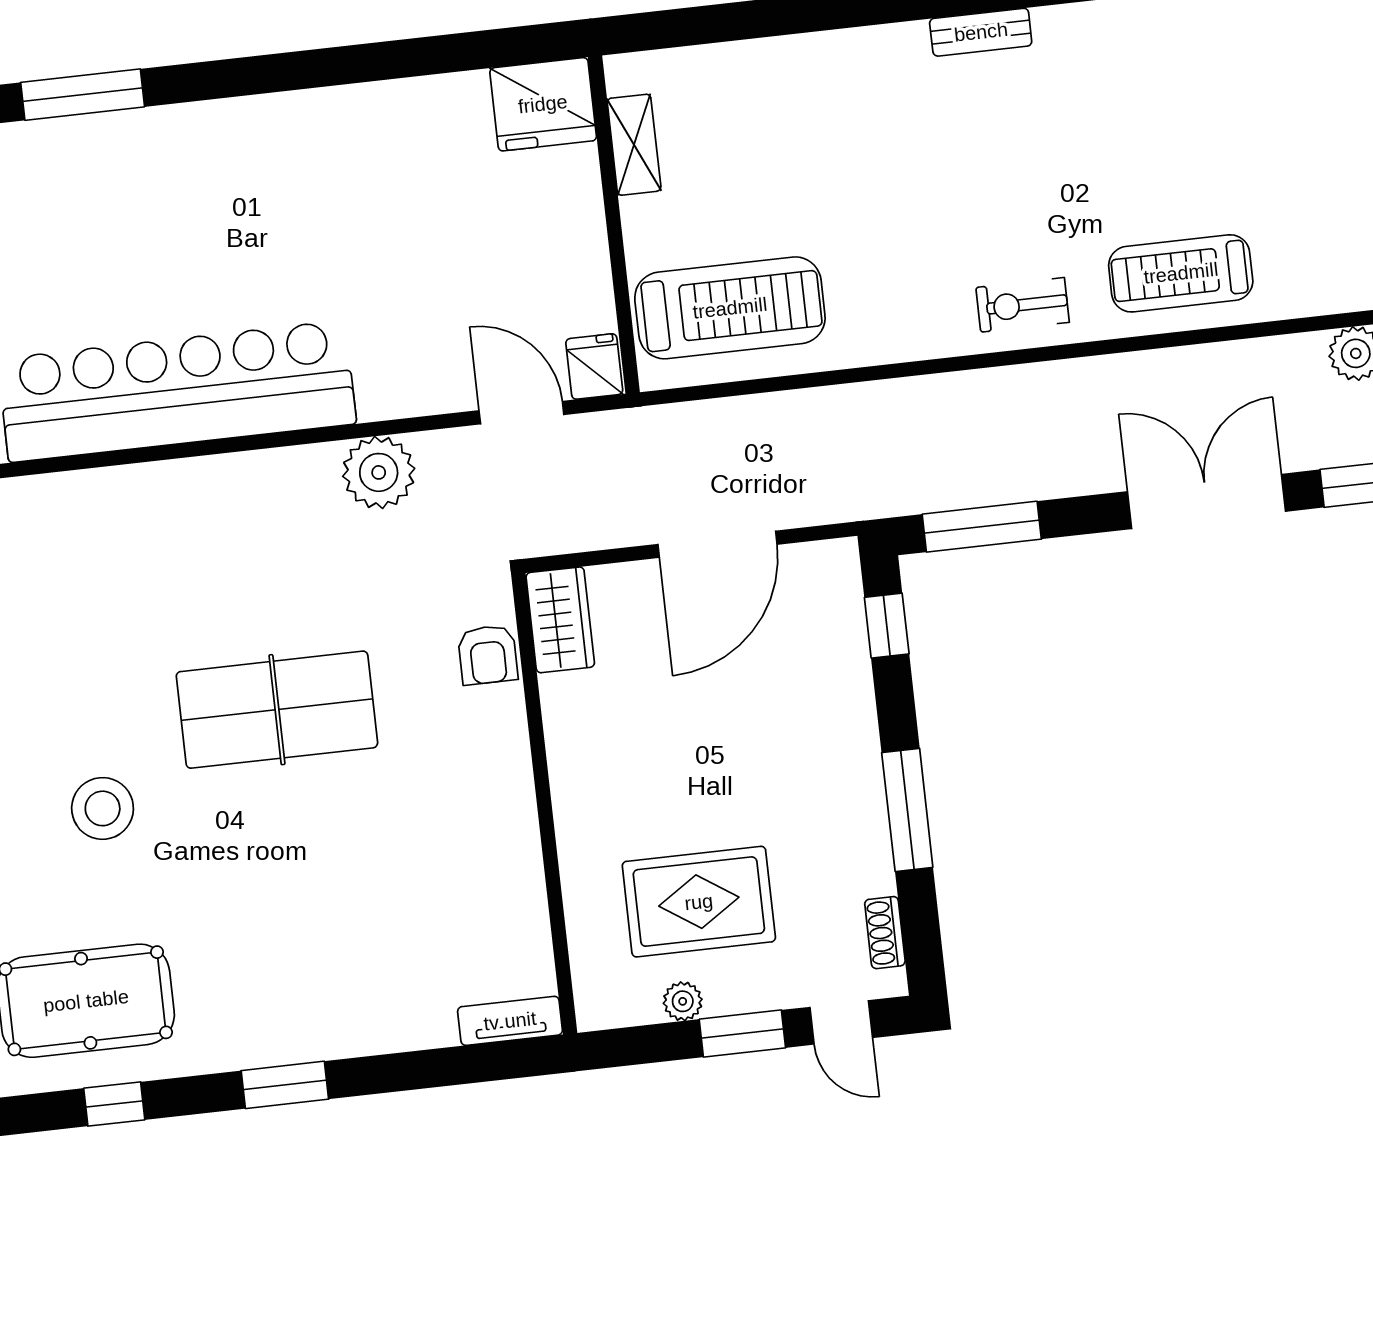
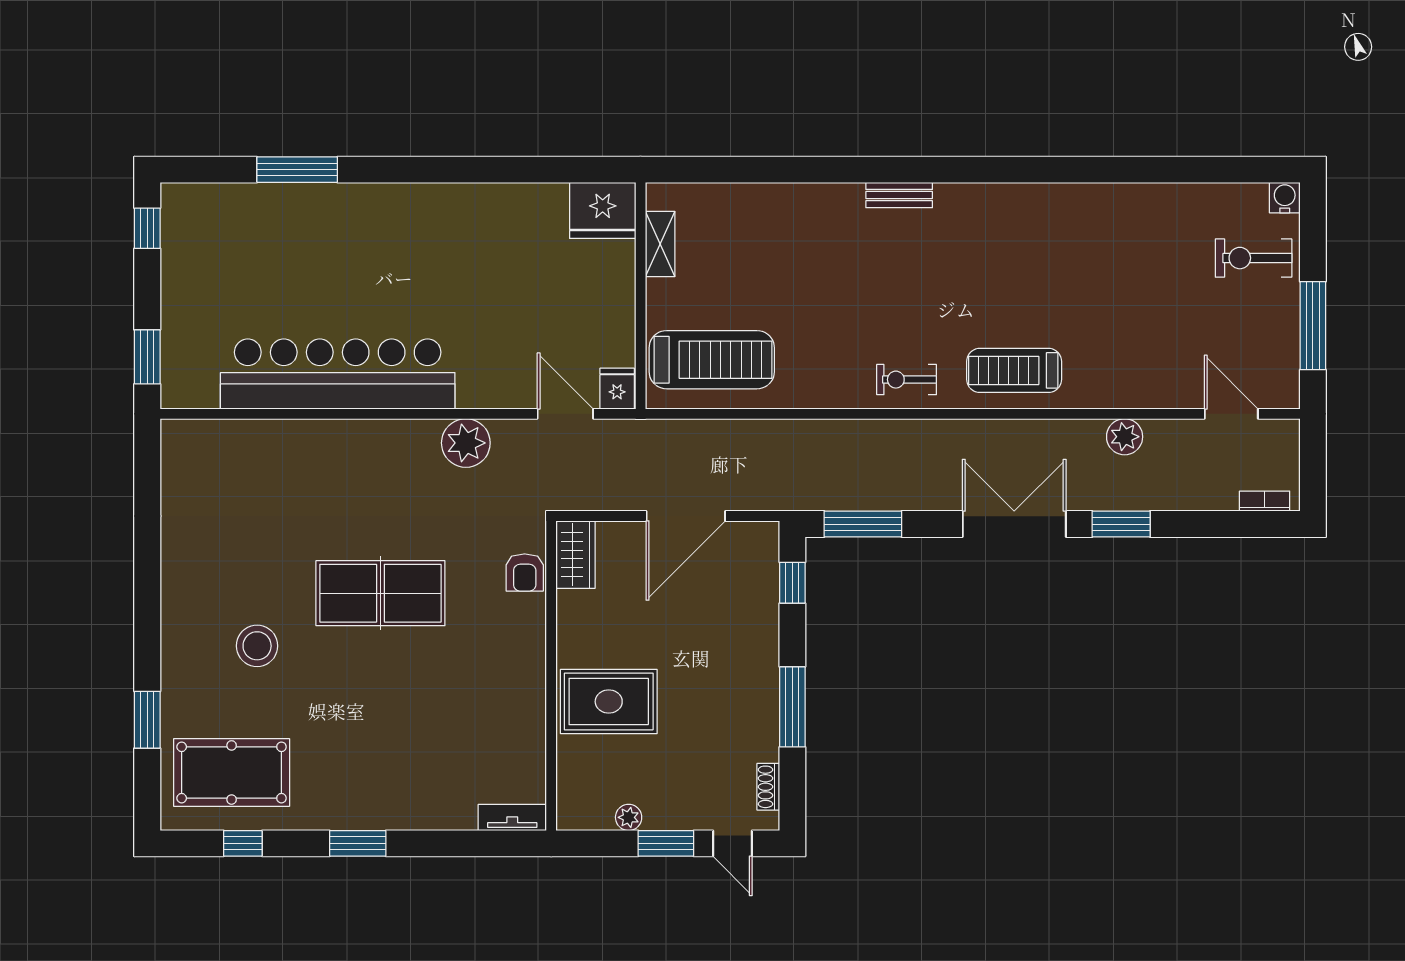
rug: (699, 902) -> (609, 702), moved

